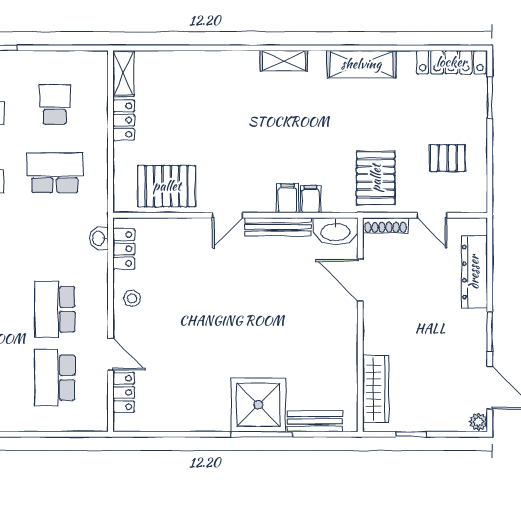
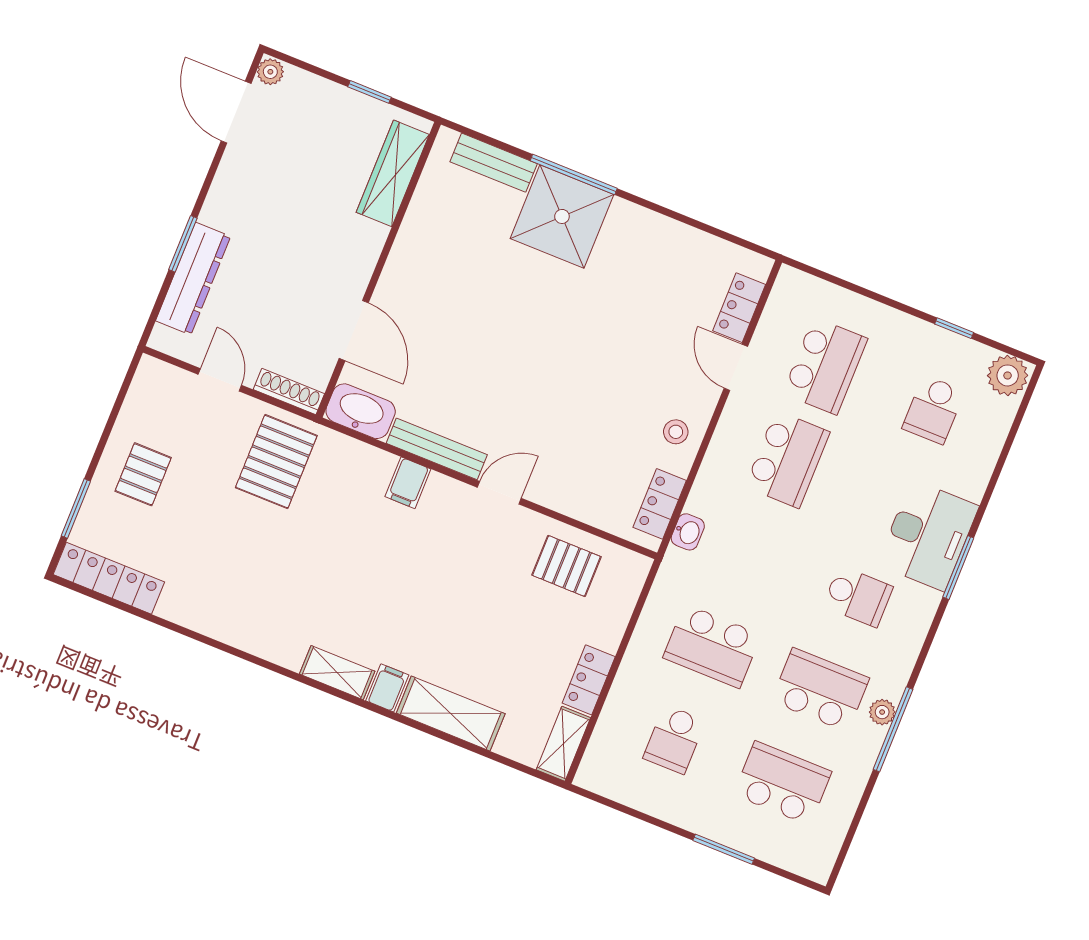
shelving: (361, 64) -> (451, 713), moved
pallet: (448, 158) -> (143, 474), moved, turned 90
pallet: (167, 186) -> (566, 566), width x0.67, depth x0.71
filing cabinet: (311, 199) -> (387, 688), moved, turned 180
window: (490, 332) -> (183, 244), moved

